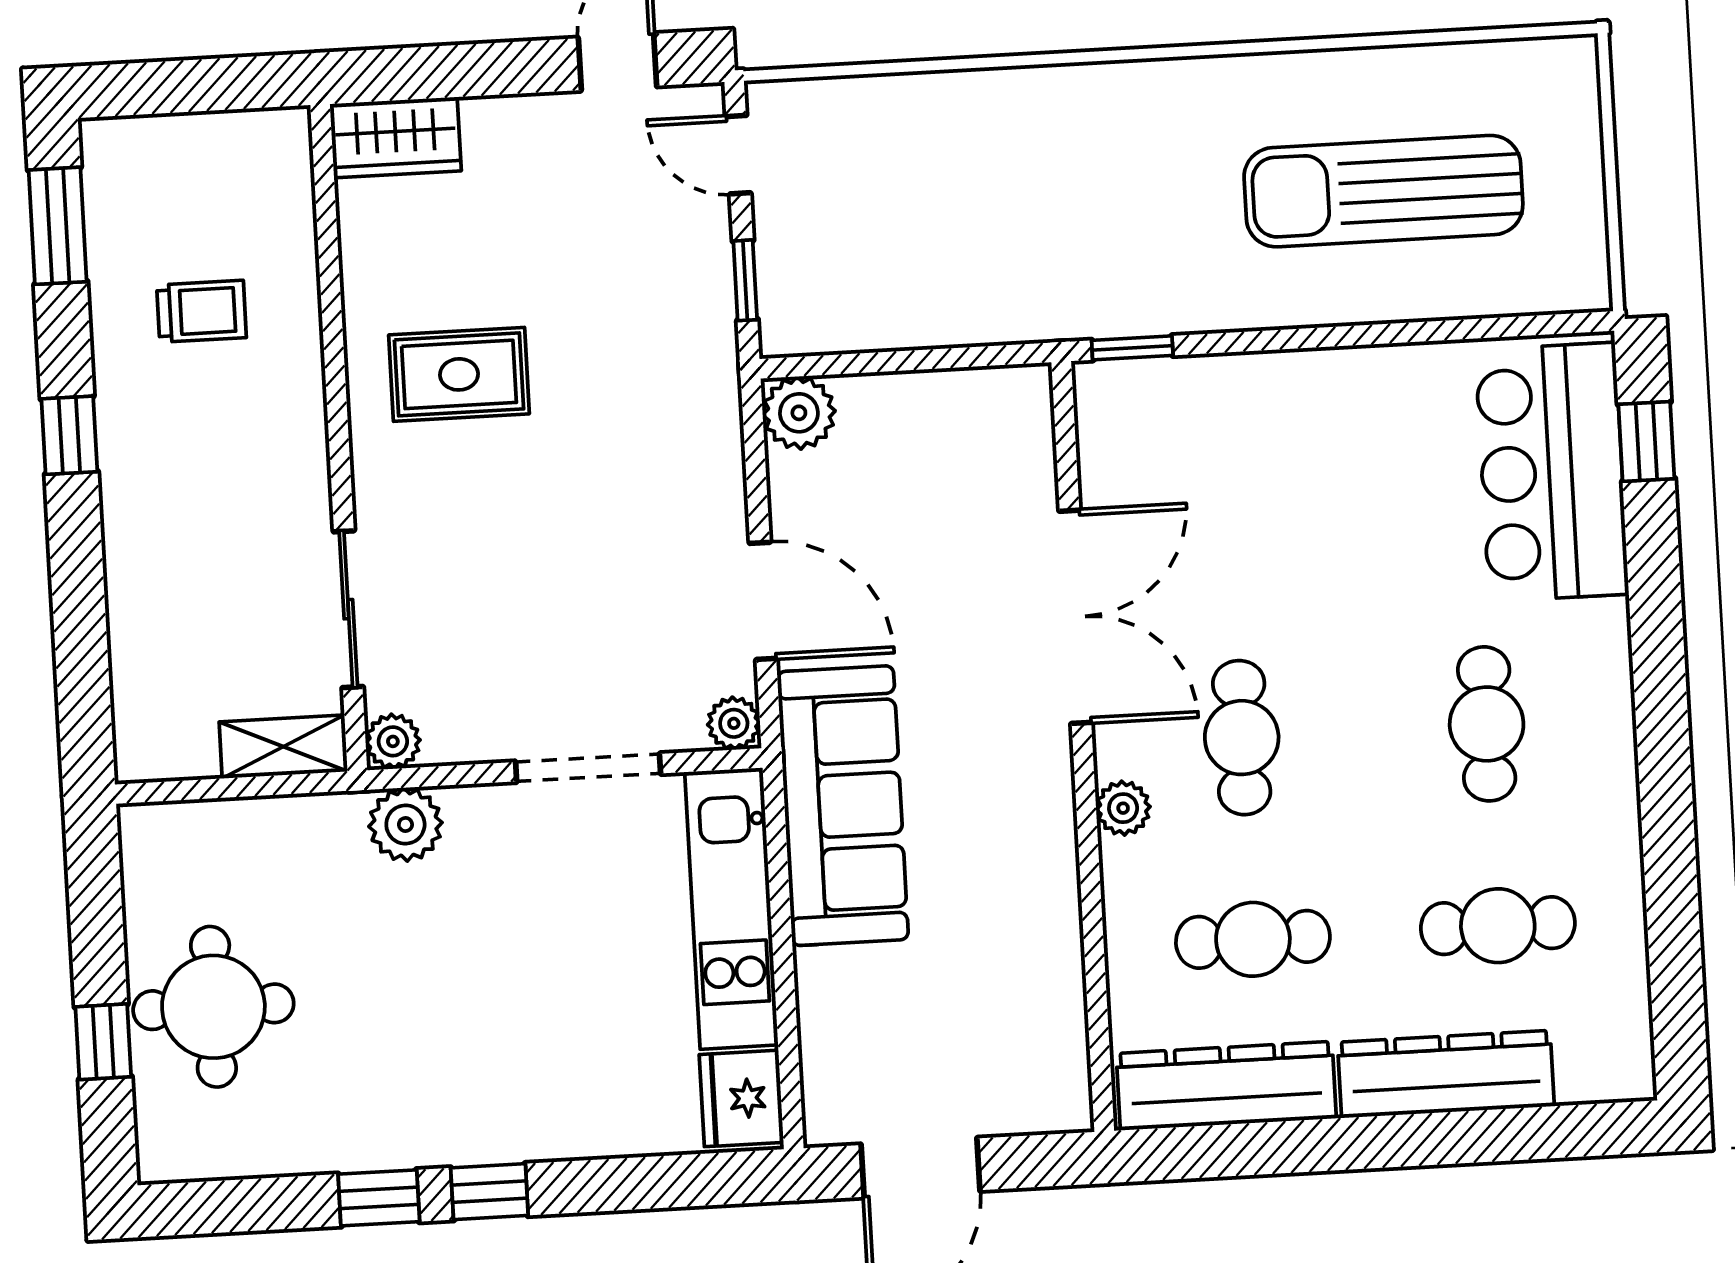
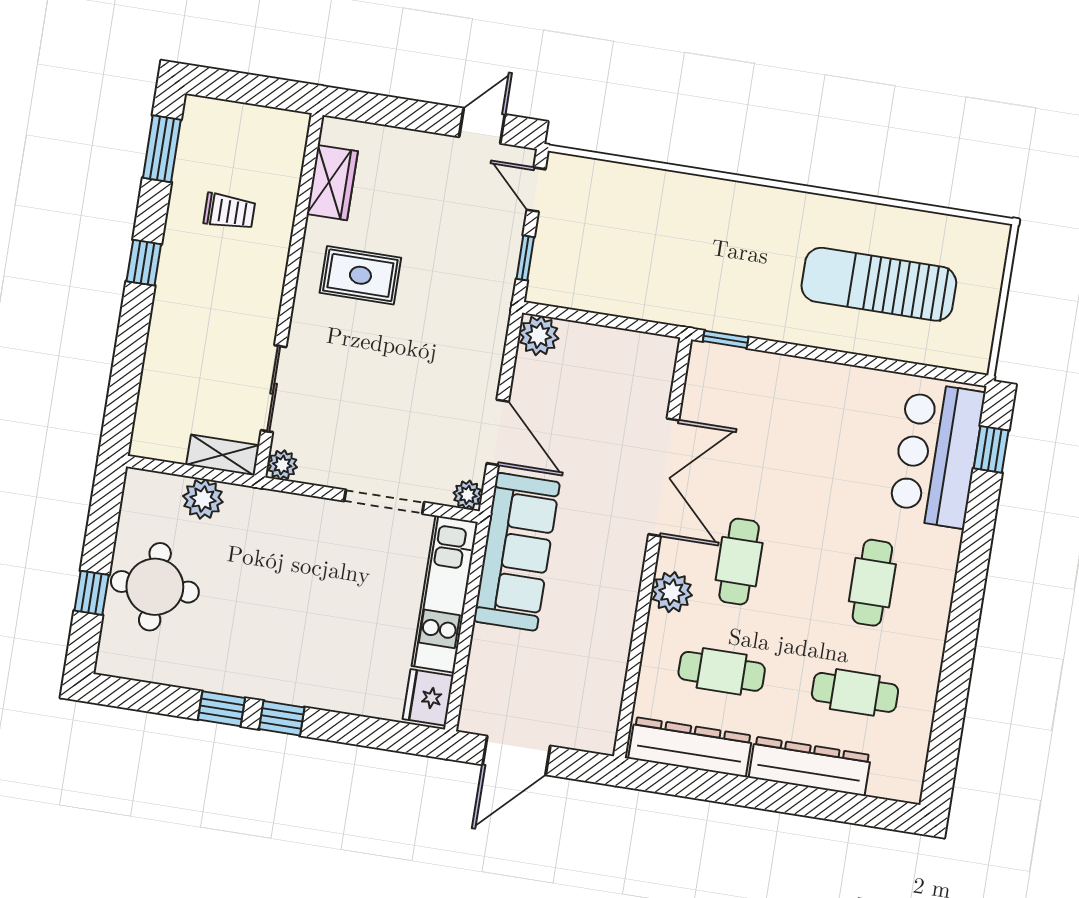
wardrobe: (396, 137) -> (332, 183), moved, turned -90
plant: (1123, 808) -> (672, 592), width x1.38, depth x1.38
plant: (405, 825) -> (203, 499), moved

